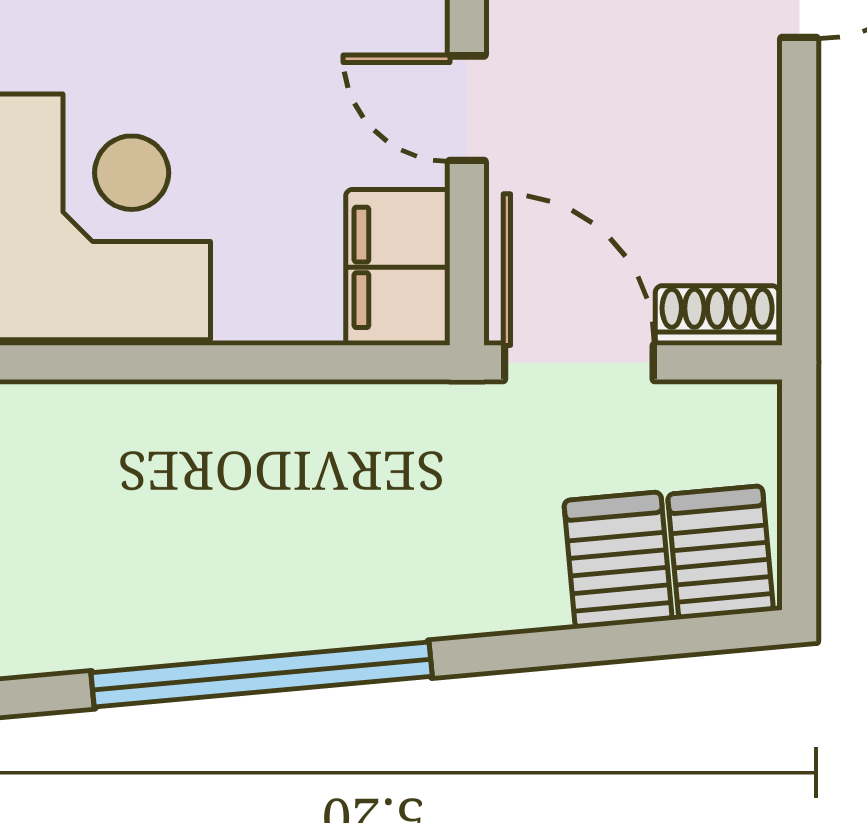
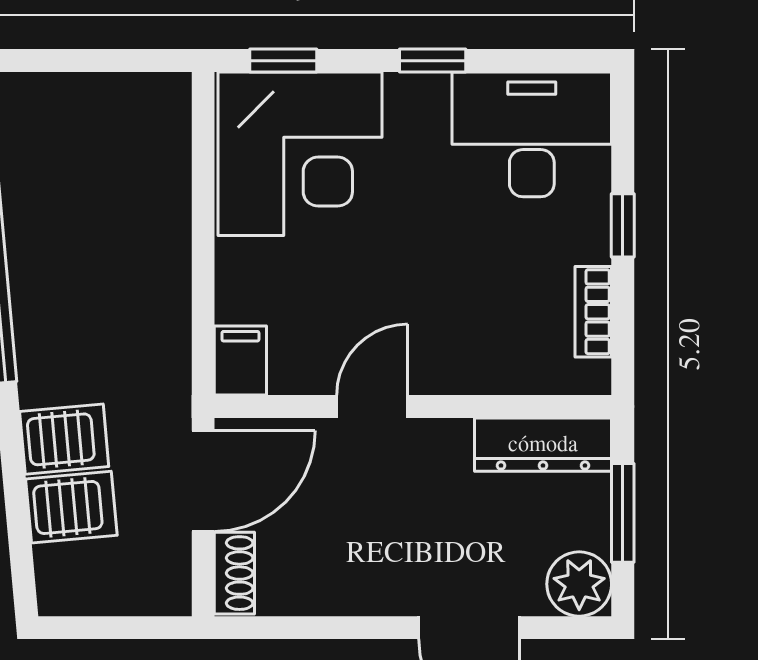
filing cabinet: (398, 267) -> (240, 360), width x0.50
server rack: (721, 552) -> (64, 439), moved

